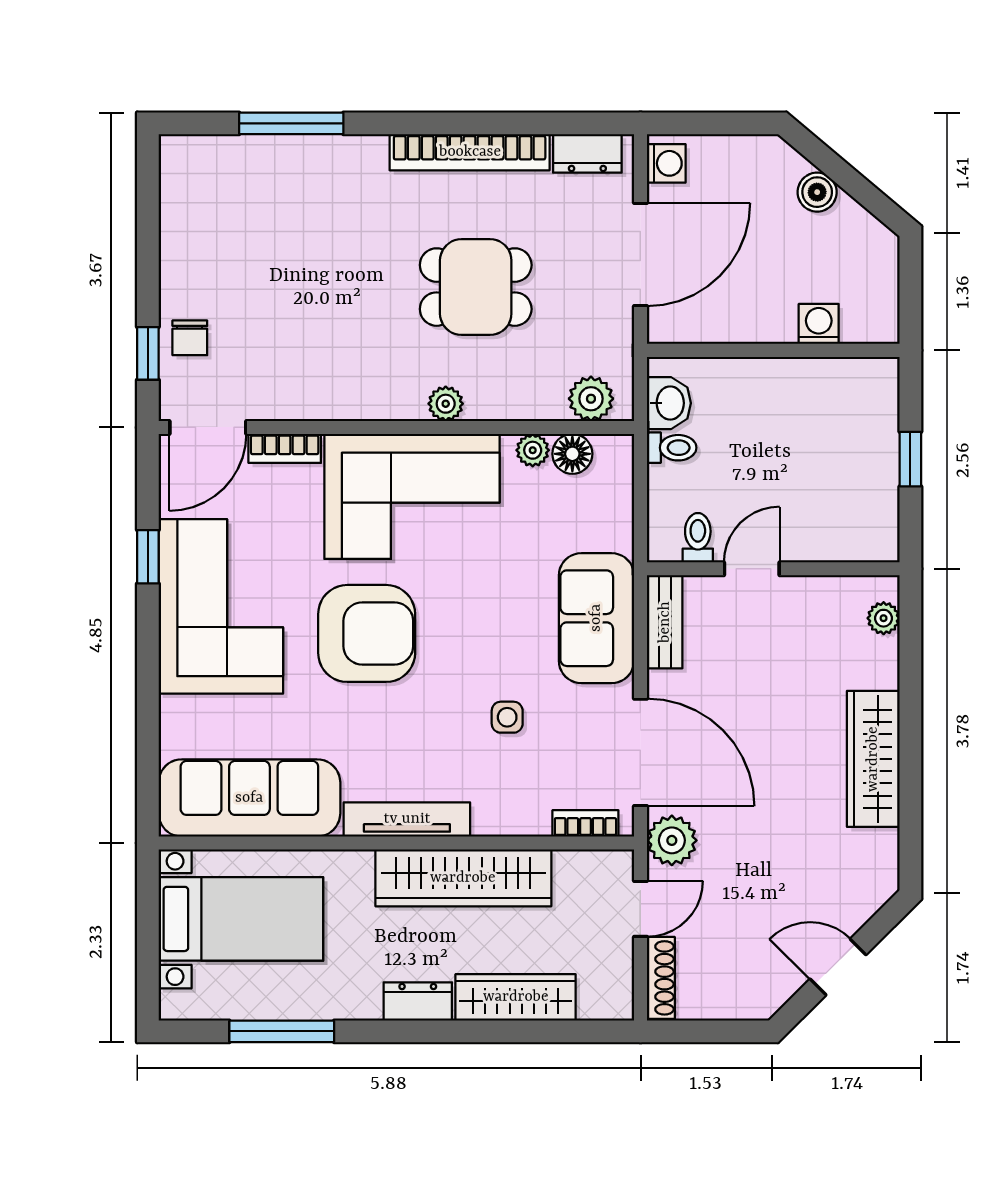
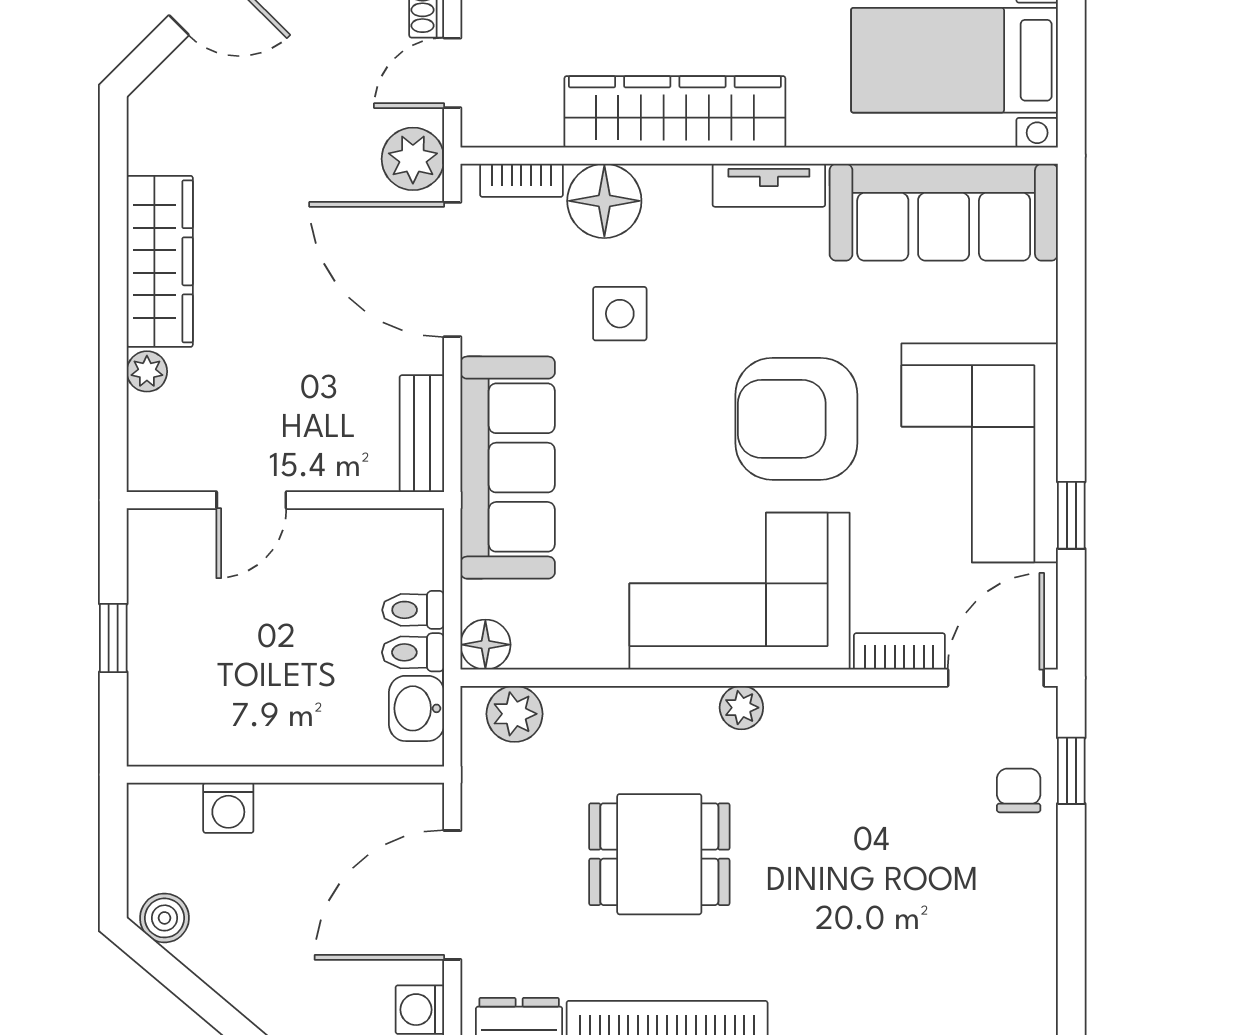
boiler: (817, 192) -> (165, 918), moved
plant: (446, 404) -> (741, 708), moved
plant: (533, 450) -> (588, 649), removed
floor lamp: (572, 454) -> (485, 645), moved
toilet: (698, 538) -> (413, 610), moved, turned 90
door: (752, 569) -> (251, 500), moved
sofa: (596, 618) -> (508, 468), width x1.36
plant: (884, 618) -> (147, 371), moved
side table: (507, 717) -> (620, 314), width x1.37, depth x1.37
floor lamp: (519, 807) -> (604, 201), added
tv unit: (407, 819) -> (769, 185), width x0.71

